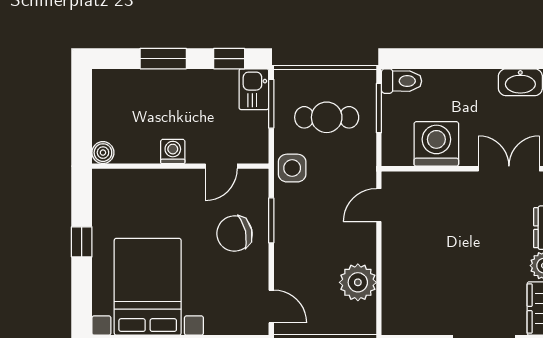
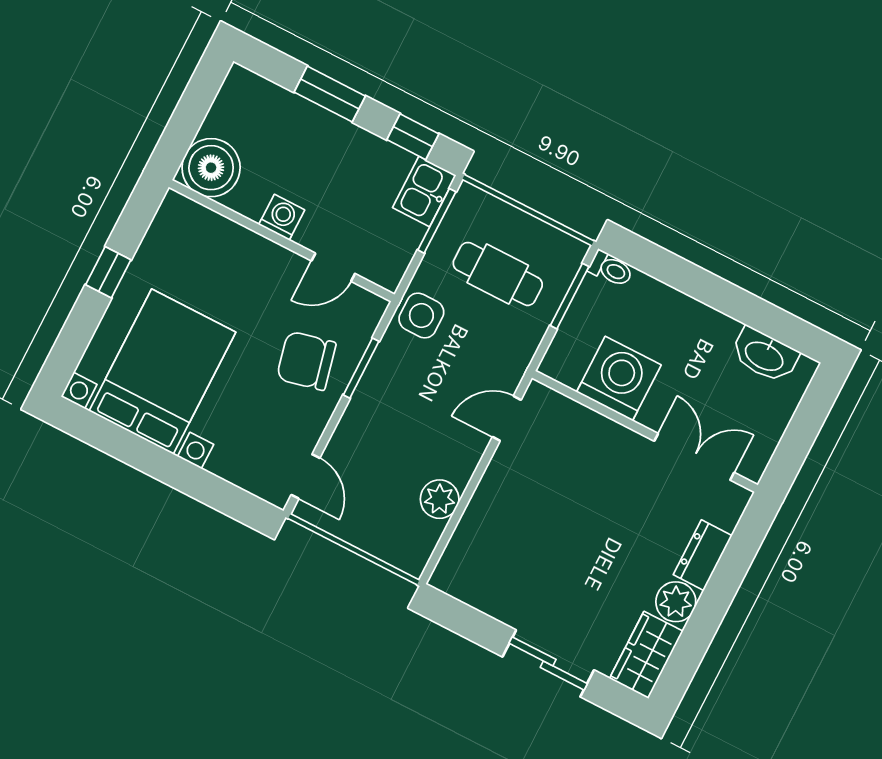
toilet: (402, 81) -> (611, 269), width x0.73, depth x0.72
boiler: (103, 153) -> (211, 168), width x1.86, depth x1.86
plant: (358, 282) -> (440, 499), width x0.73, depth x0.73

